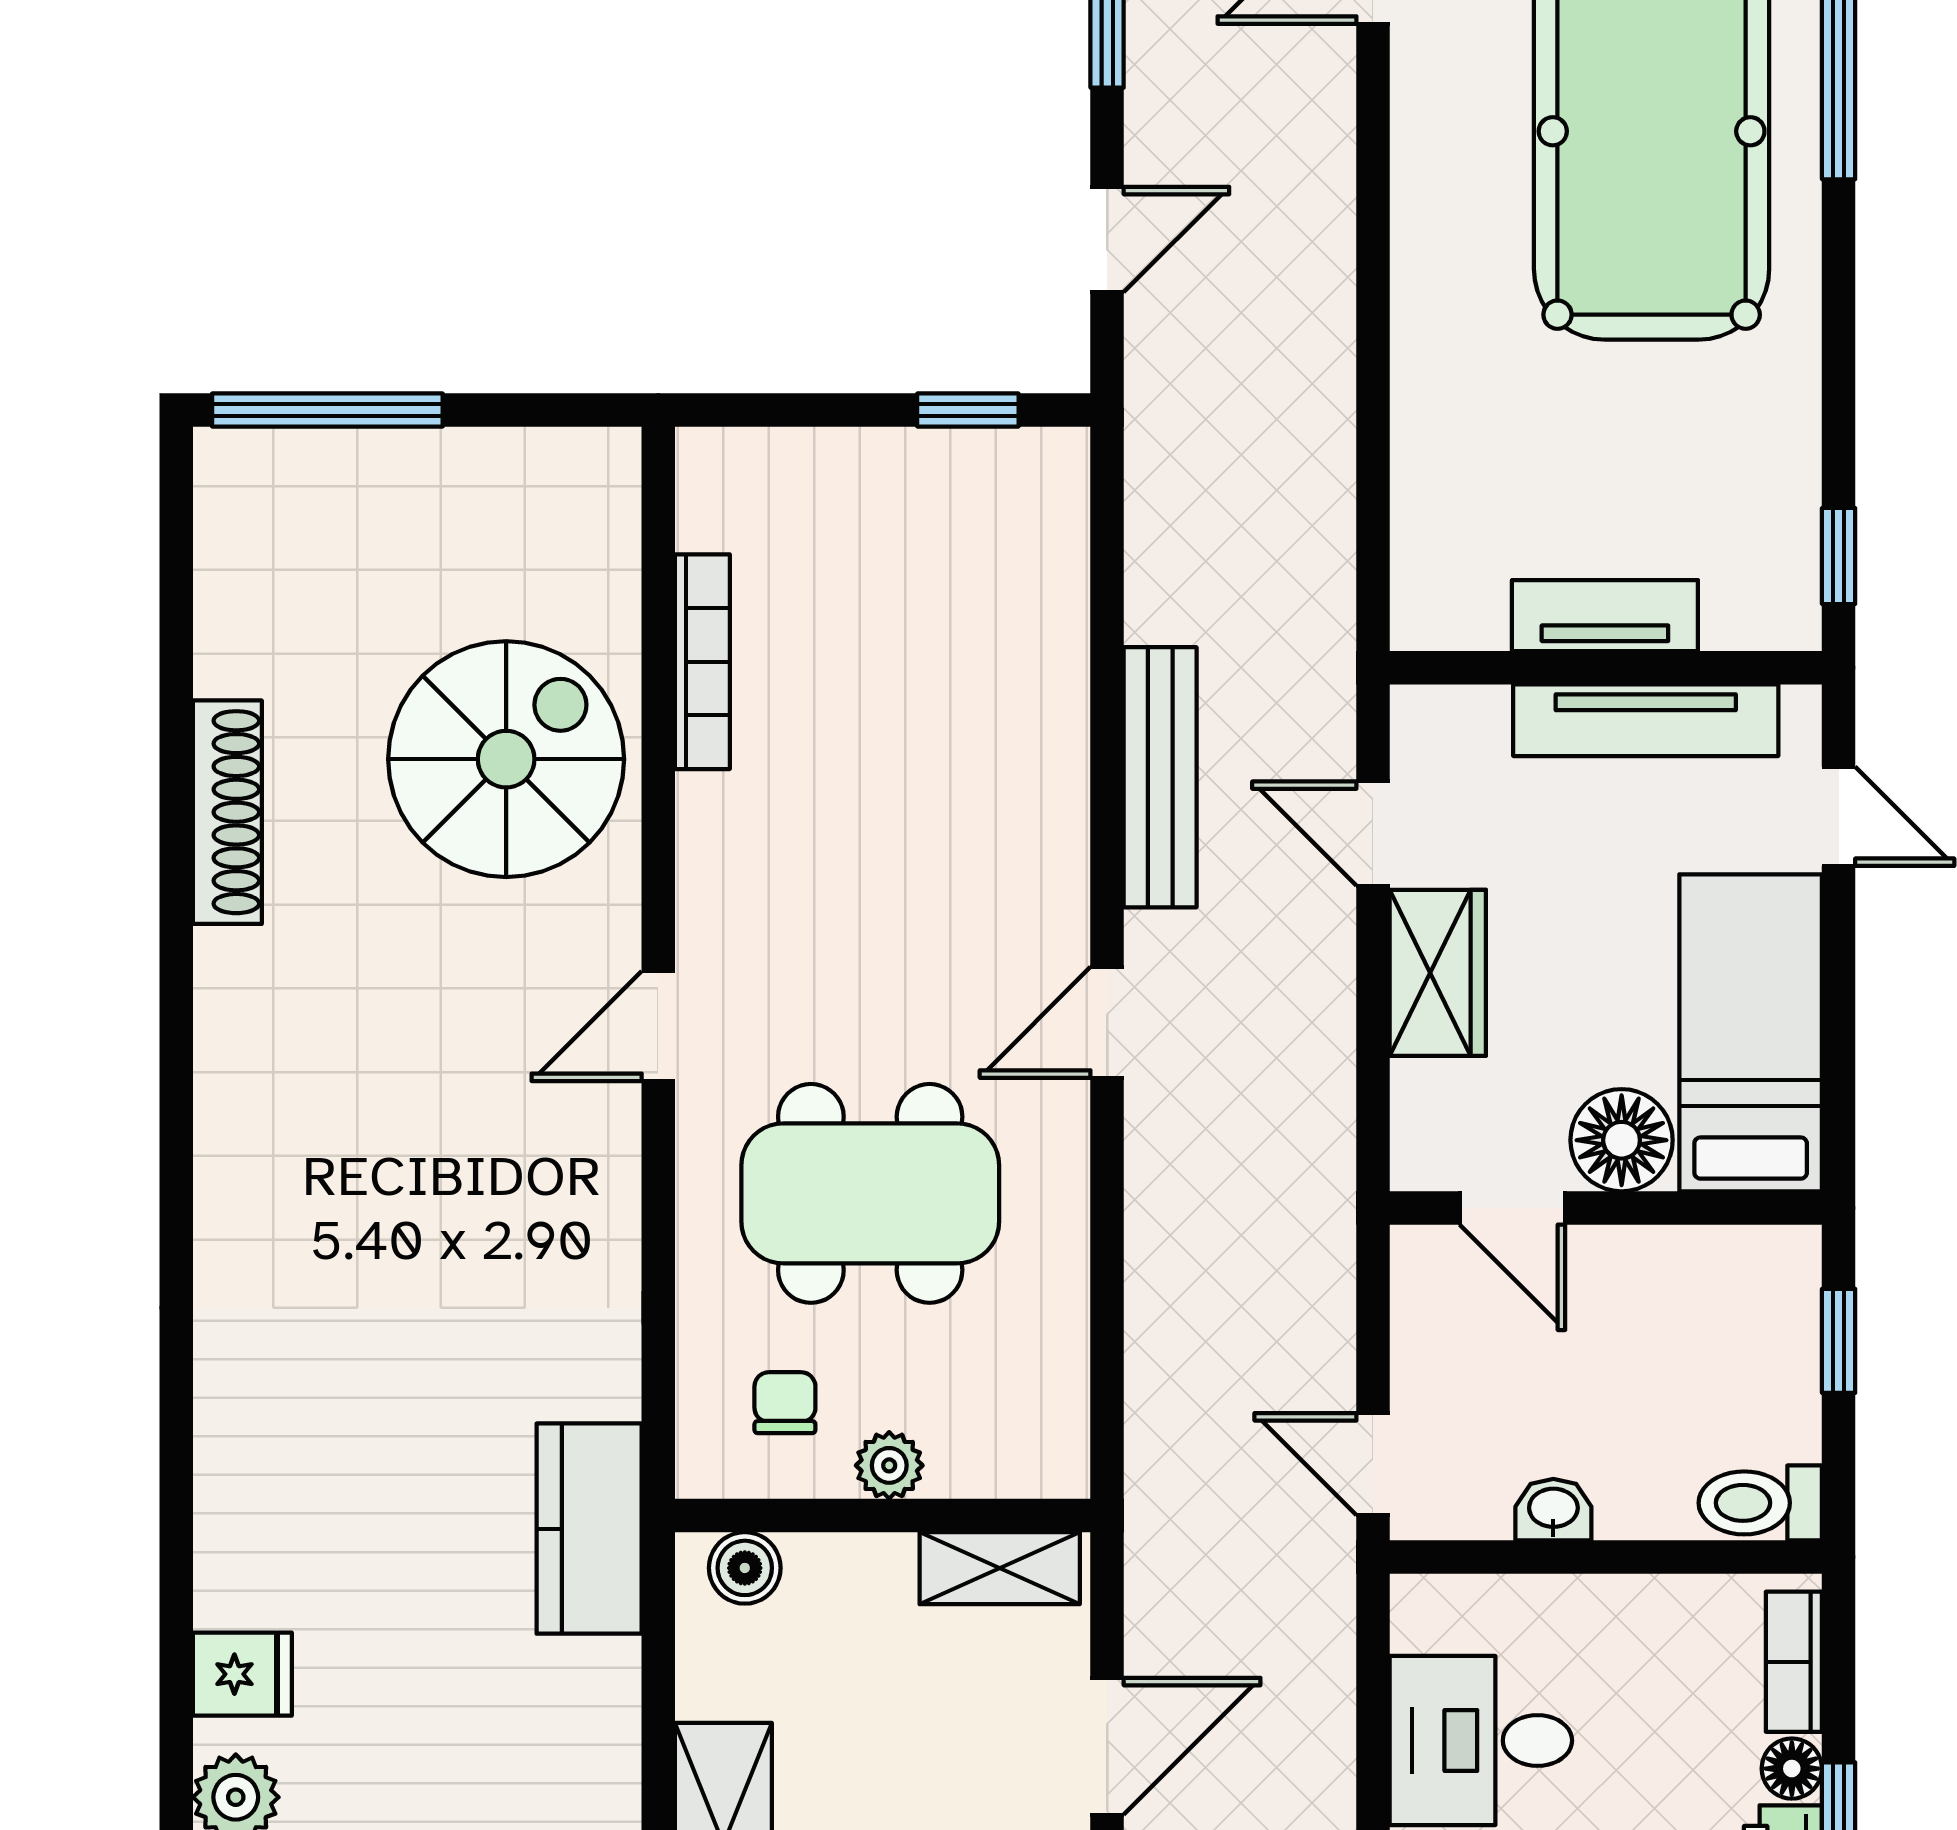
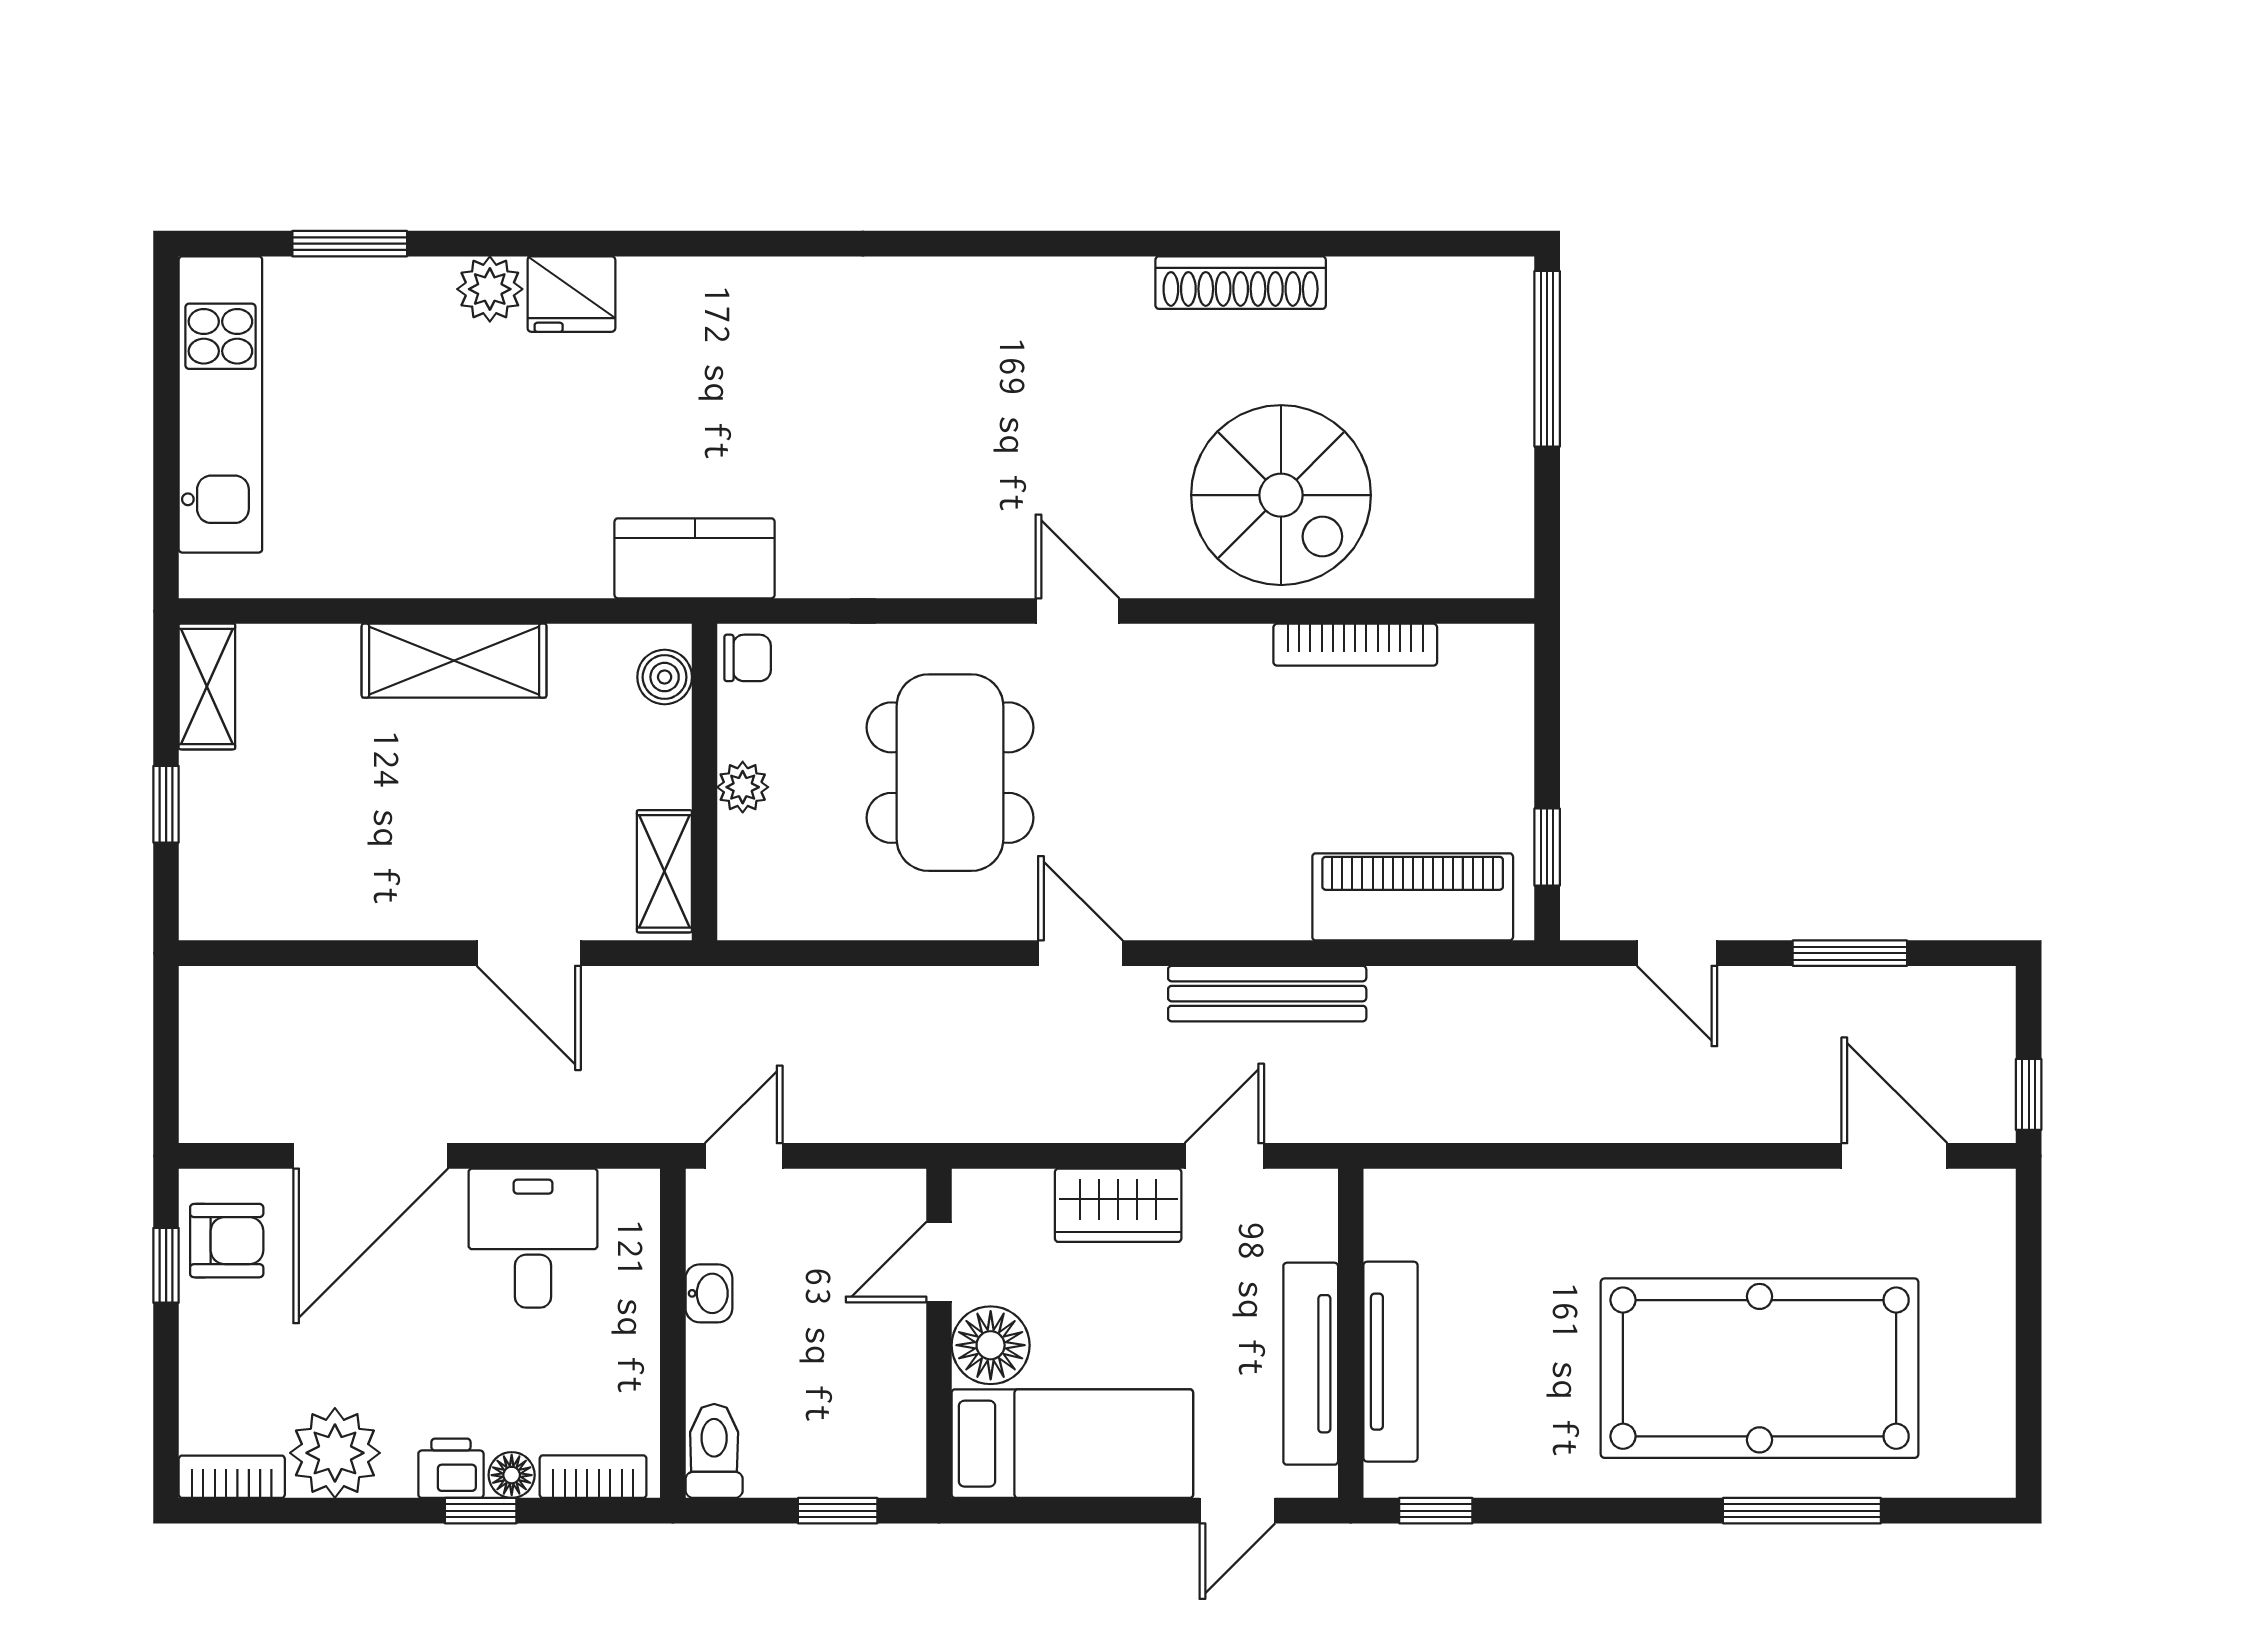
piano: (1033, 586) -> (1413, 897), added
tv unit: (1605, 616) -> (1390, 1362), width x1.41
chair: (785, 1403) -> (748, 658), moved
fridge: (242, 1674) -> (571, 294), width x1.38

